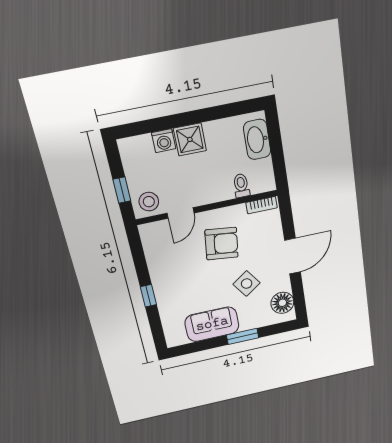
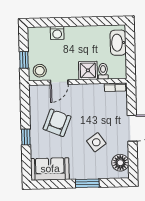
shower: (190, 139) -> (88, 70), moved
armchair: (222, 244) -> (57, 123), moved, turned -75
sofa: (212, 324) -> (50, 169), moved

